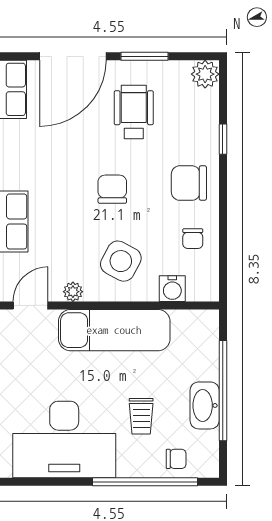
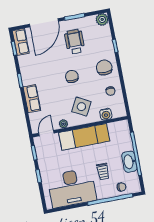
chair: (189, 183) -> (104, 68), turned 90

